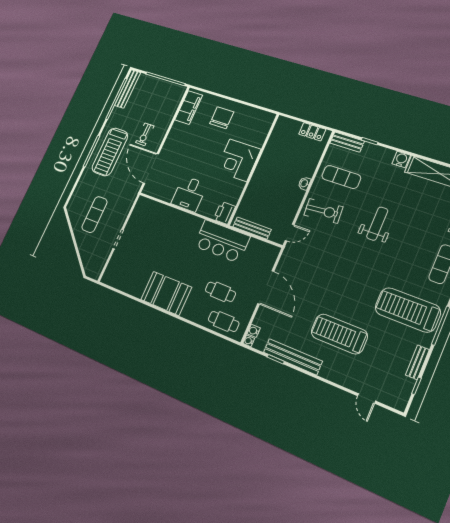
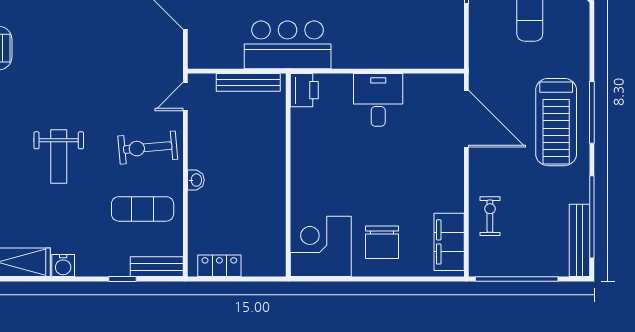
exercise bike: (145, 134) -> (490, 216), moved
treadmill: (110, 152) -> (556, 122), turned 180
corner desk: (238, 160) -> (321, 246), moved, turned -90

